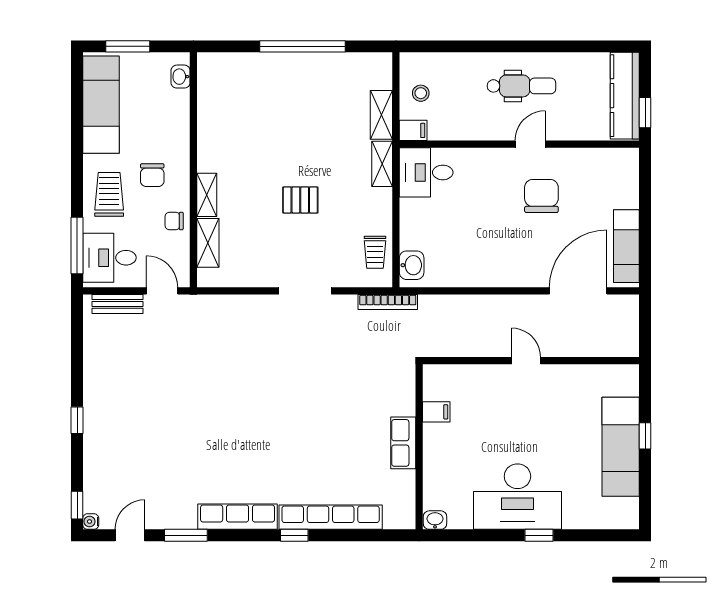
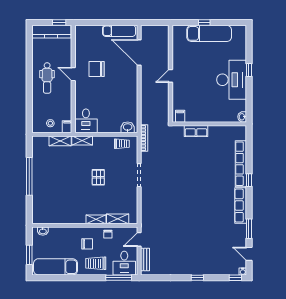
dental chair: (521, 86) -> (47, 78), turned 180
filing cabinet: (436, 412) -> (180, 116), moved
row of seats: (403, 443) -> (196, 131), moved

